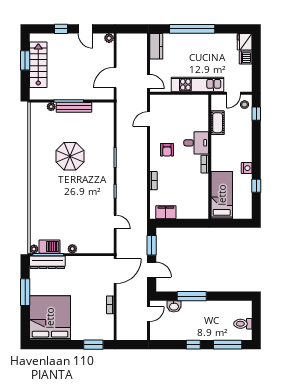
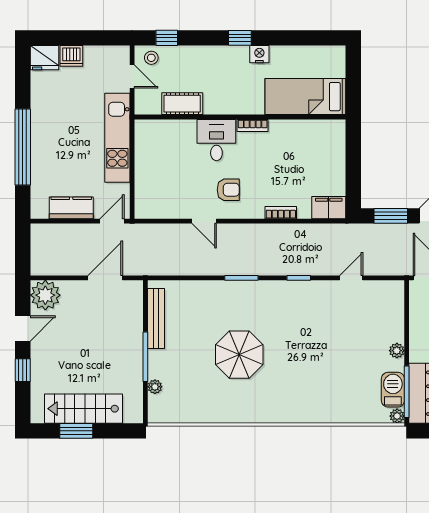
plant: (109, 38) -> (45, 295), width x1.88, depth x1.88
kitchen counter: (156, 46) -> (71, 208), moved
door: (115, 77) -> (105, 278), swing flipped
bench: (74, 107) -> (156, 318), moved
door: (148, 119) -> (204, 221), moved
window: (256, 186) -> (240, 38), moved
filing cabinet: (166, 212) -> (329, 208), moved, turned 90

